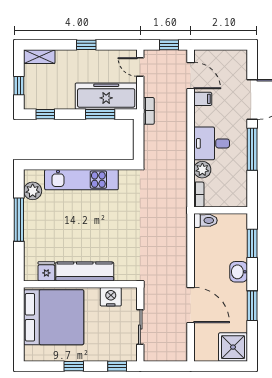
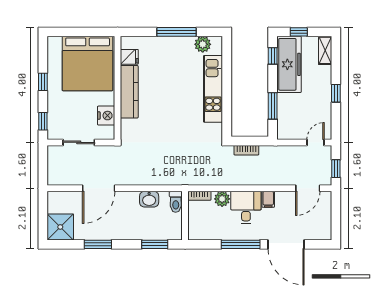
freezer: (106, 96) -> (289, 64), moved
filing cabinet: (203, 99) -> (268, 199), moved
bookcase: (149, 111) -> (246, 150), moved
washbasin: (239, 272) -> (149, 199), moved, turned 180

